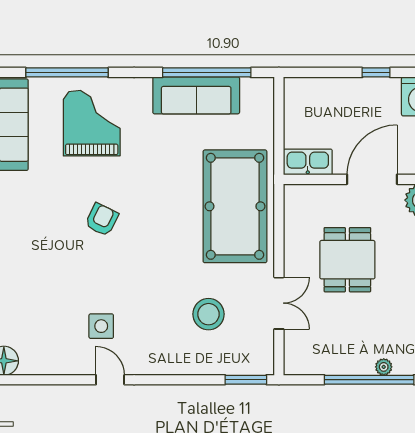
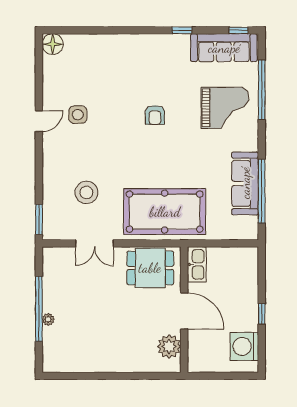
armchair: (102, 220) -> (155, 115), turned 64
dining table: (347, 260) -> (150, 268), moved

